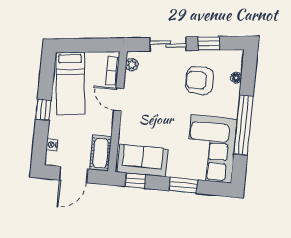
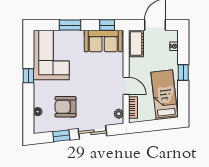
armchair: (200, 80) -> (65, 107), turned 180
window: (243, 125) -> (28, 76), width x0.32

